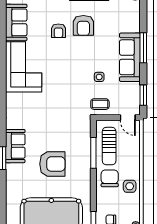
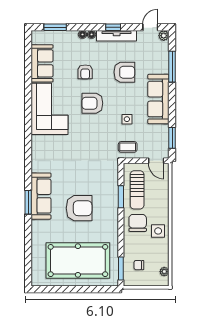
armchair: (83, 25) -> (124, 72), moved, turned -90
window: (143, 48) -> (172, 67), moved
armchair: (65, 61) -> (92, 103), added
sofa: (15, 146) -> (41, 196), width x1.36
window: (93, 153) -> (121, 197), width x0.69

